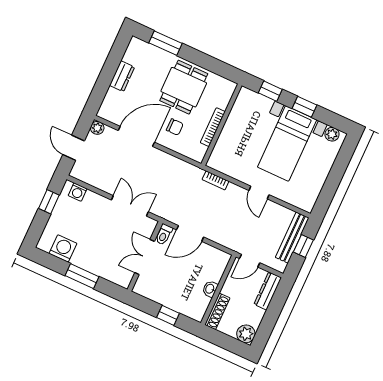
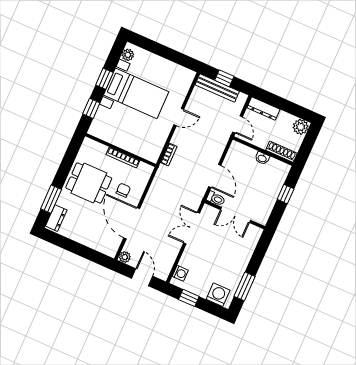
dresser: (122, 76) -> (56, 218), moved, turned 90
door: (74, 148) -> (142, 277), swing flipped
washing machine: (63, 248) -> (218, 295), moved, turned 90
window: (82, 276) -> (245, 286), moved

